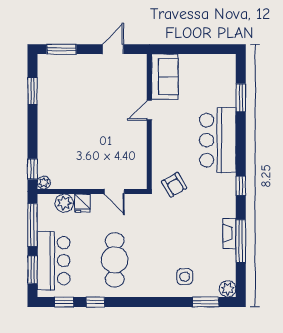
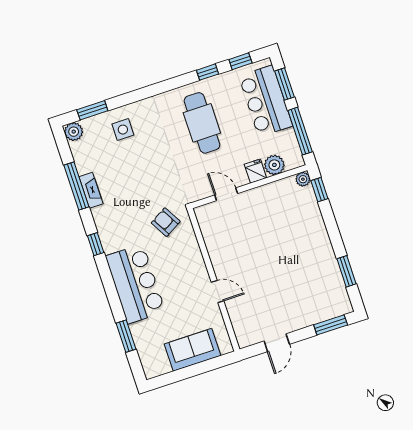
sofa: (165, 77) -> (193, 350), moved, turned 90
door: (149, 110) -> (217, 292), hinge flipped

